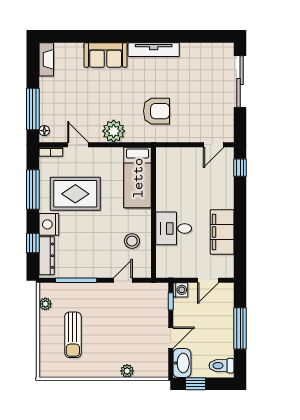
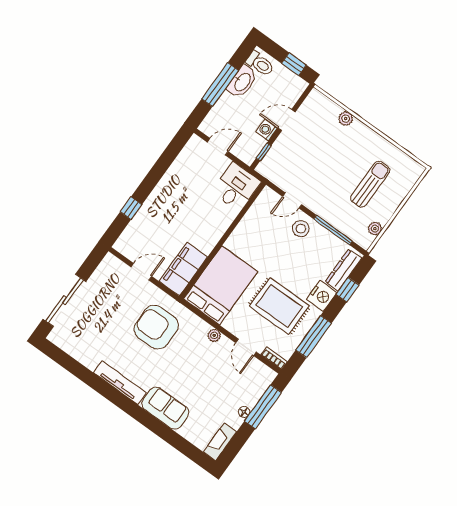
armchair: (156, 111) -> (156, 327), width x1.36, depth x1.36
floor lamp: (44, 131) -> (244, 412), moved
plant: (114, 131) -> (214, 335), width x0.53, depth x0.53
door: (214, 145) -> (141, 272), moved
window: (240, 168) -> (131, 208), moved
bed: (138, 178) -> (221, 285), width x1.50
desk: (174, 228) -> (236, 187), moved, turned -90
filing cabinet: (222, 232) -> (183, 269), moved, turned 180
stool: (132, 241) -> (301, 229), moved
washing machine: (180, 290) -> (267, 130), moved
washbasin: (182, 363) -> (242, 82), moved, turned 180

